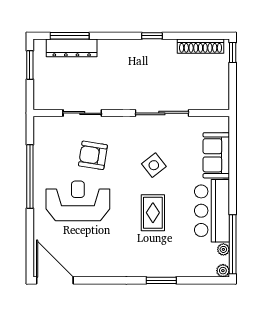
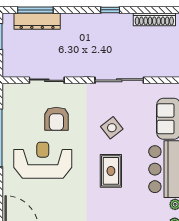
armchair: (93, 155) -> (56, 119), turned -99

